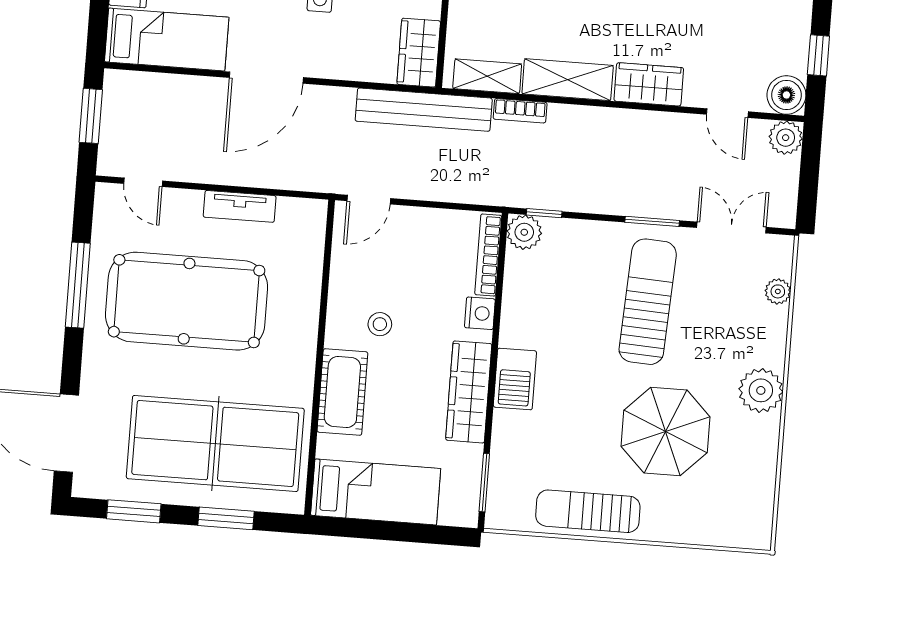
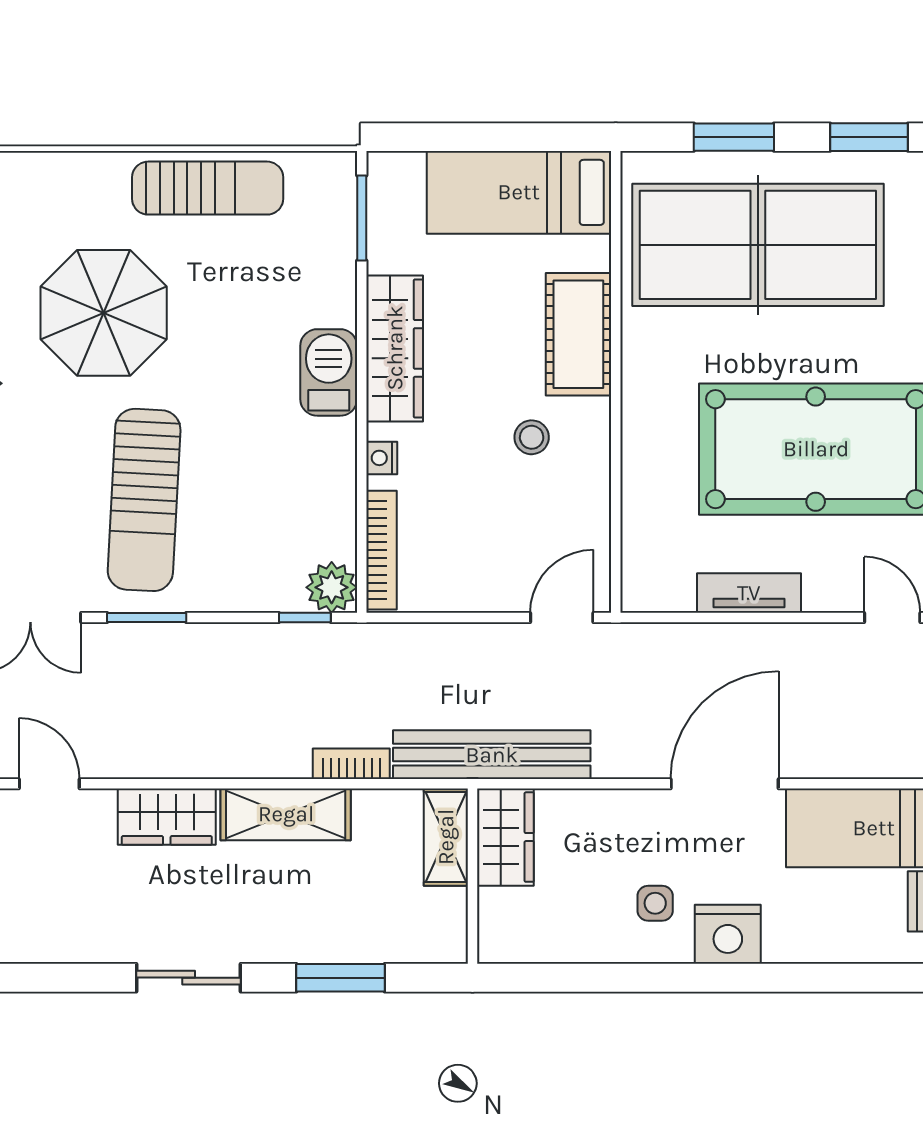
shelving: (487, 76) -> (446, 837), moved, turned 90
nightstand: (480, 313) -> (382, 458), width x0.72, depth x0.74

